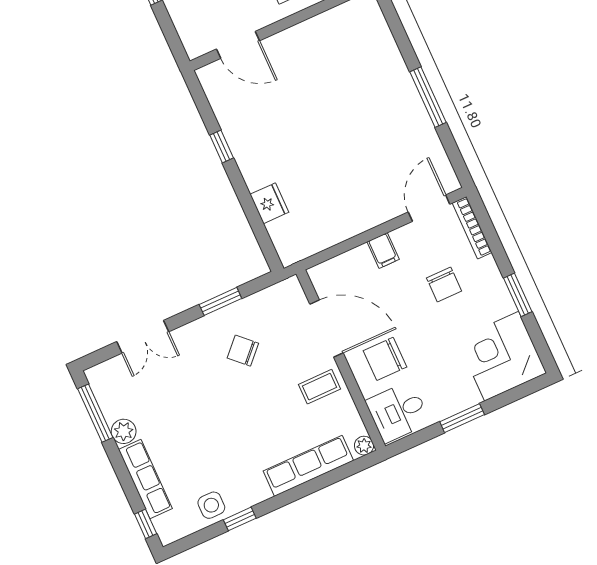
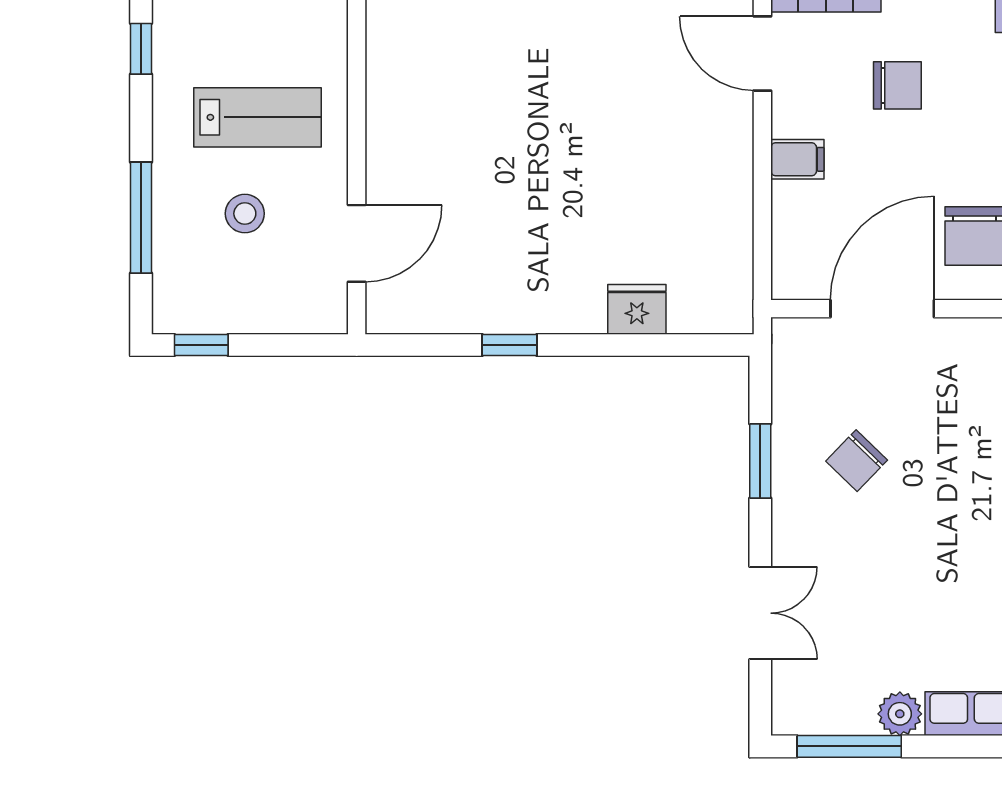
coffee table: (320, 387) -> (971, 363), removed

